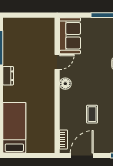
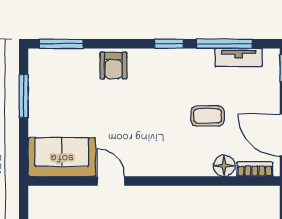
floor lamp: (65, 84) -> (224, 166), moved

